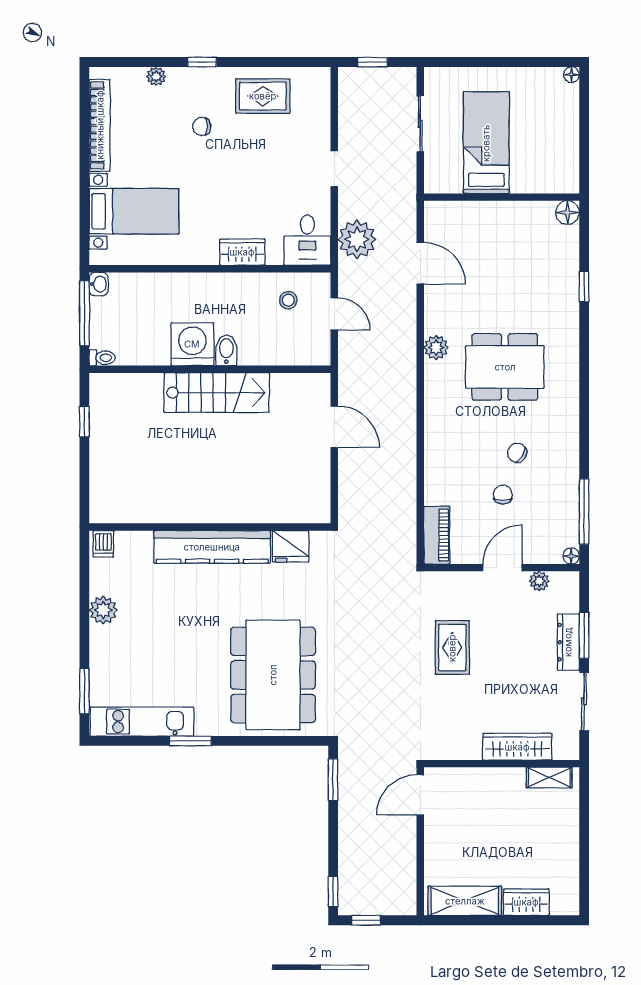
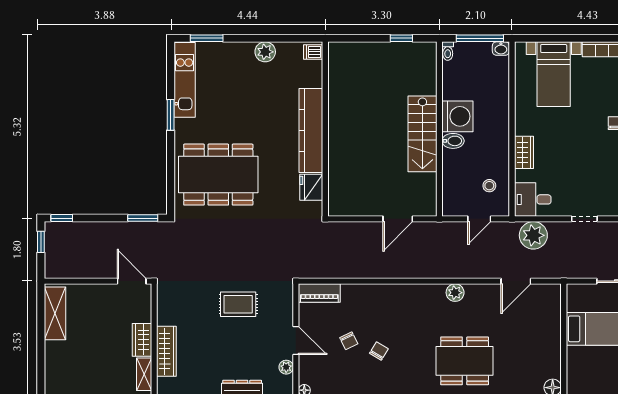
dining table: (505, 367) -> (465, 361), moved, turned 90
chair: (503, 495) -> (349, 341), turned 64
wardrobe: (526, 902) -> (142, 340), moved, turned 180

